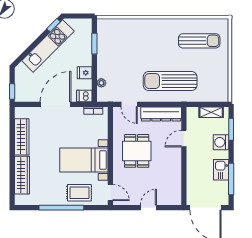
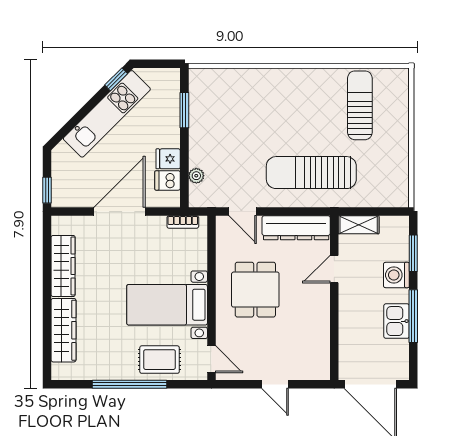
sun lounger: (199, 41) -> (360, 105), turned -90
dishwasher: (84, 96) -> (168, 180), moved
shelving: (211, 112) -> (359, 225), moved
window: (231, 179) -> (413, 316), moved
door: (148, 208) -> (275, 384), swing flipped

